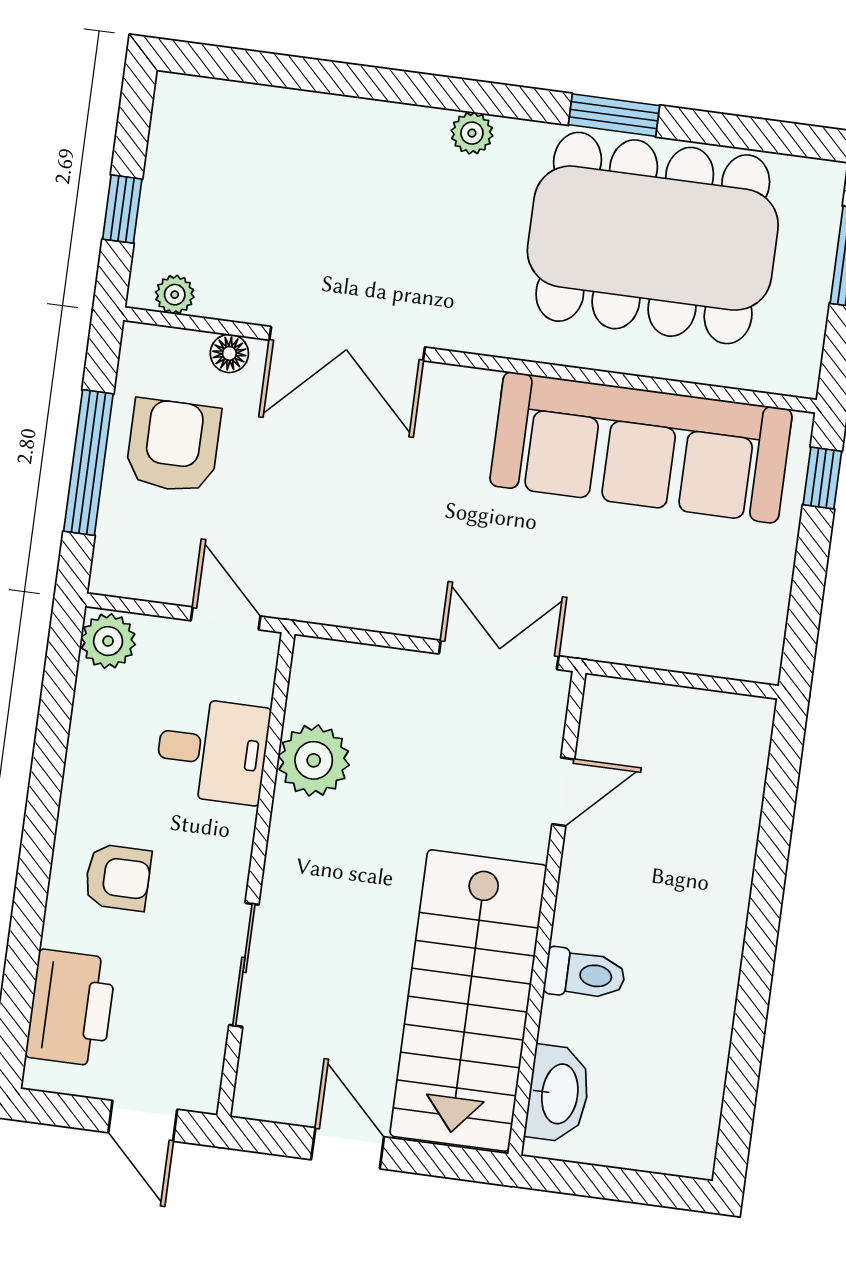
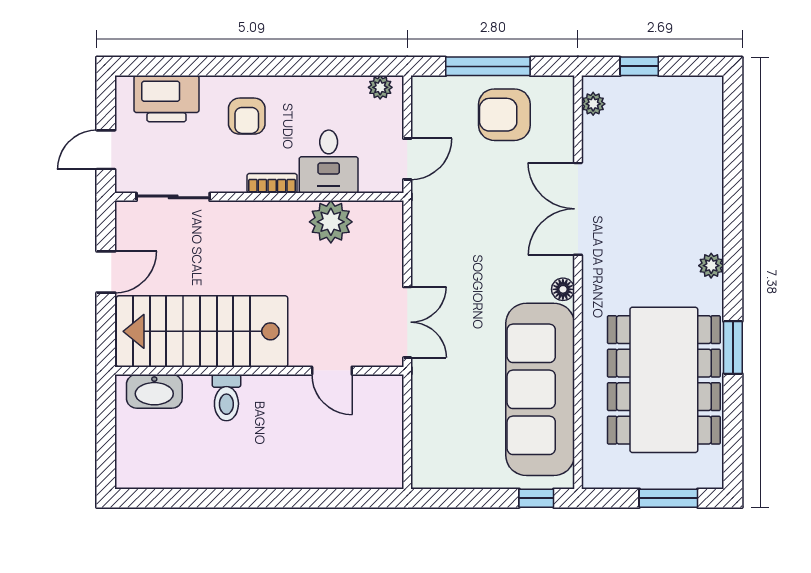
floor lamp: (229, 353) -> (563, 289), moved
armchair: (173, 446) -> (504, 115), turned 180
plant: (108, 641) -> (380, 87), width x0.73, depth x0.73
bookcase: (236, 850) -> (272, 183), added
sliding door: (244, 965) -> (173, 197), moved

